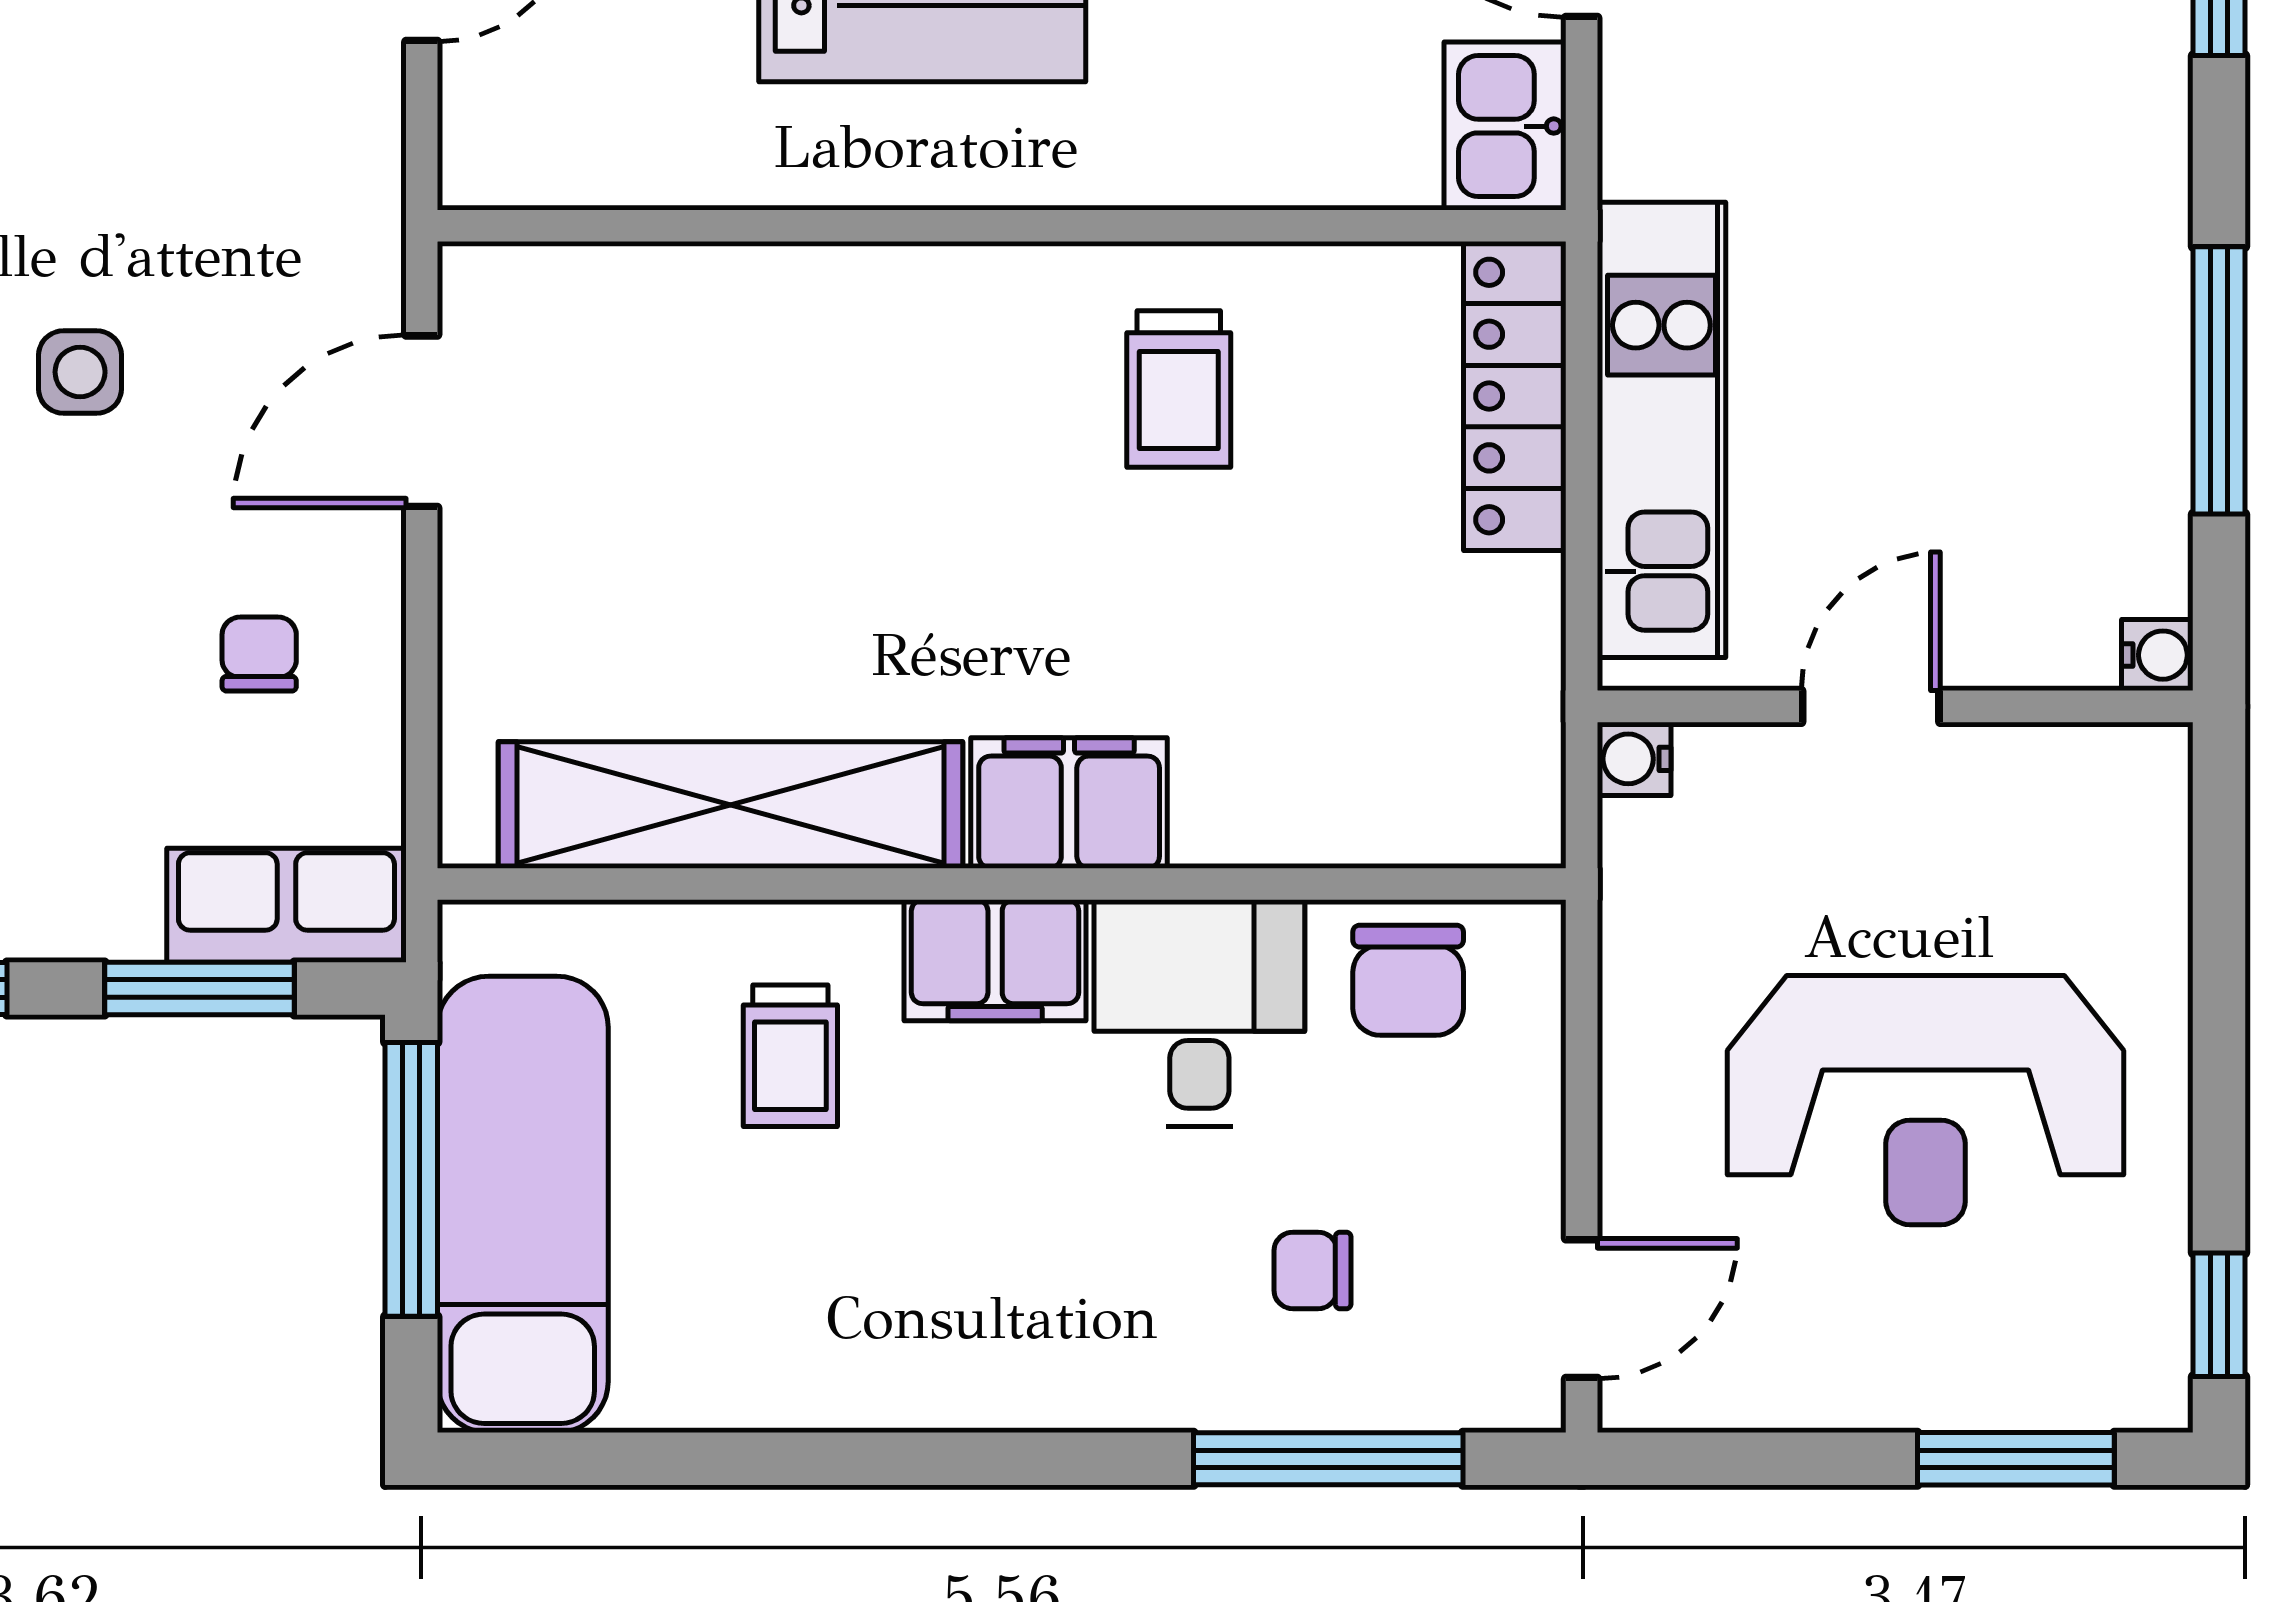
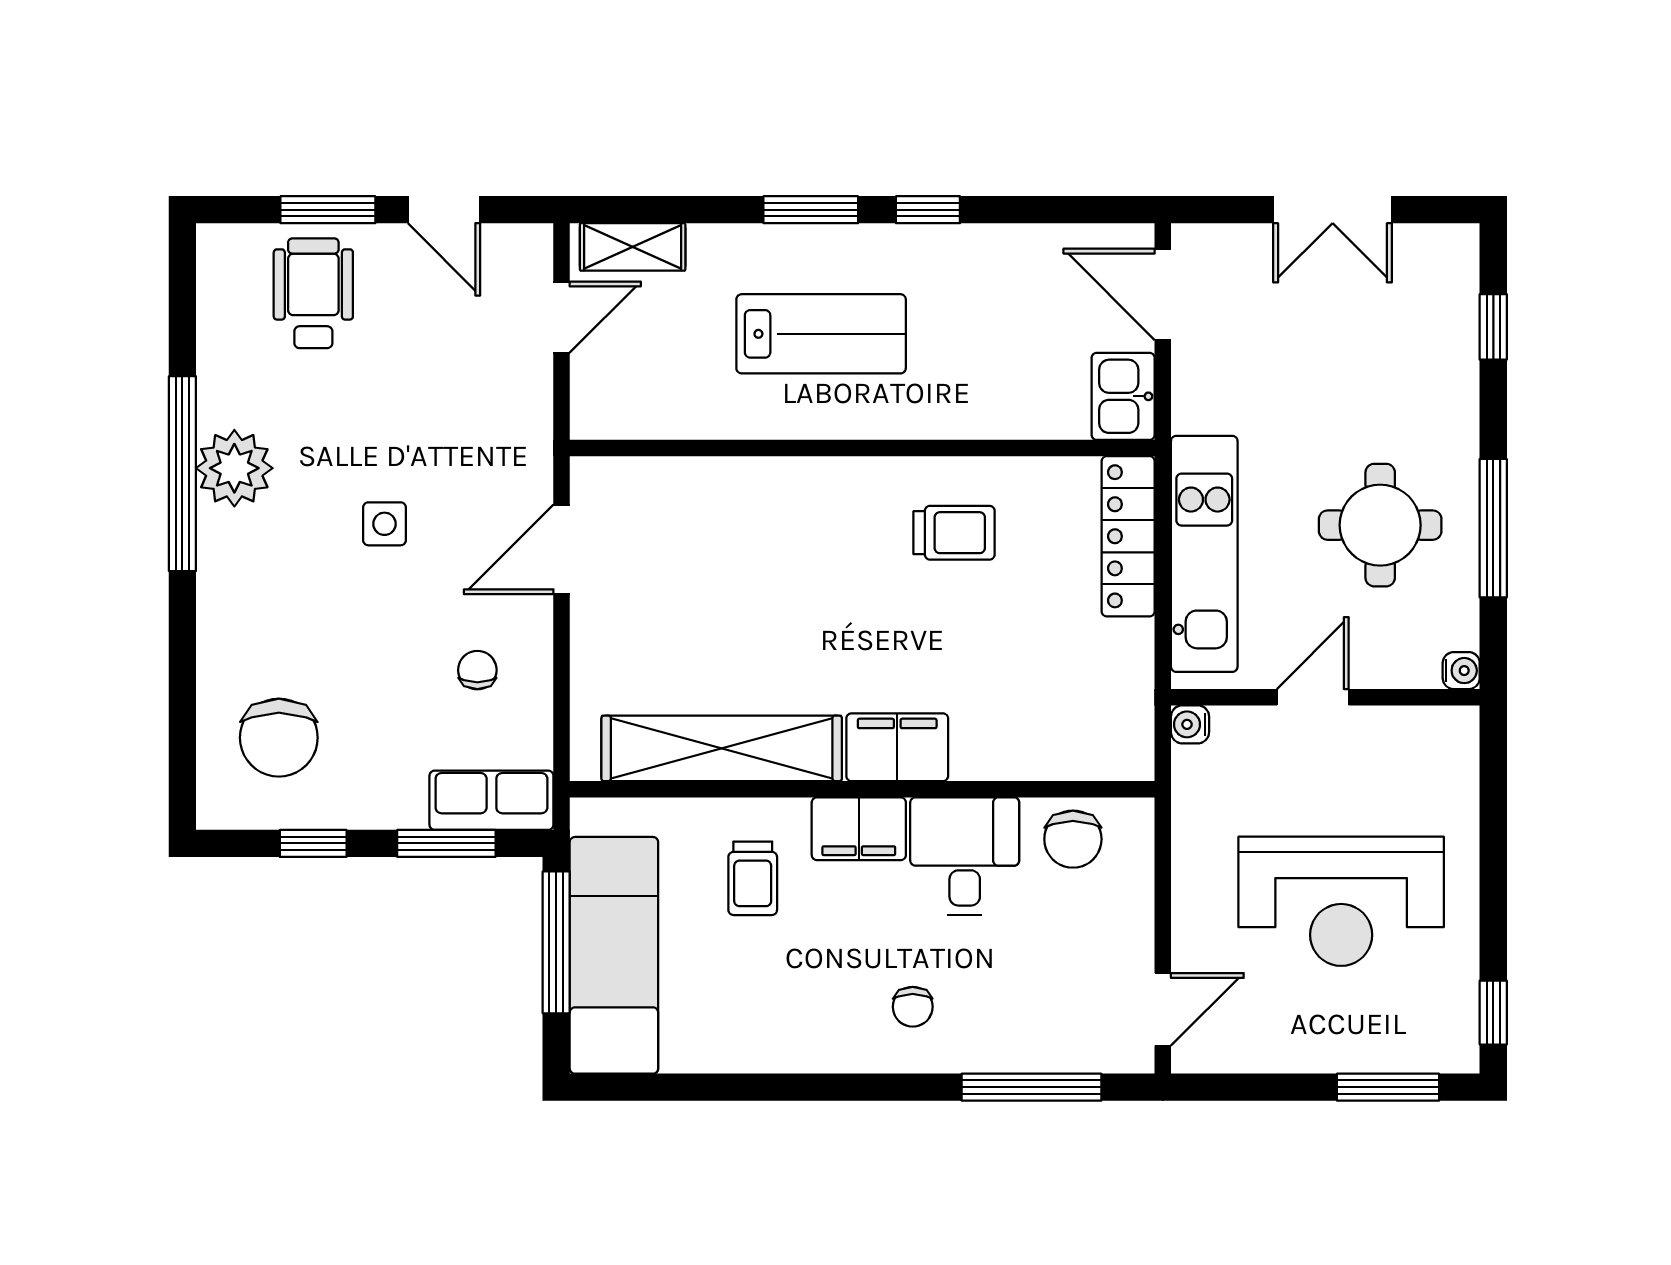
round table: (2001, 374) -> (1380, 525), added
trolley: (1179, 389) -> (954, 533), turned -90
chair: (1312, 1270) -> (913, 1007), moved, turned -90

